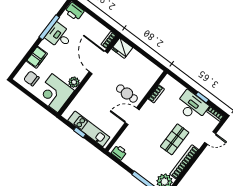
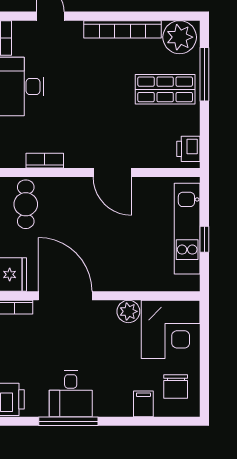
filing cabinet: (37, 57) -> (143, 404), width x0.50
door: (98, 62) -> (65, 296), swing flipped
cafe table: (127, 94) -> (26, 204), moved
shop shelf: (175, 139) -> (165, 89), moved

